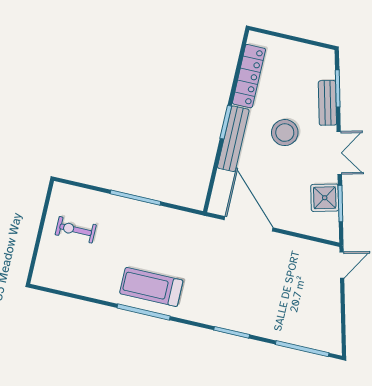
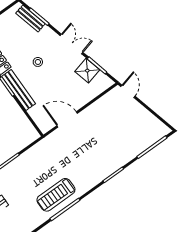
bench: (327, 103) -> (30, 18), moved
stool: (285, 133) -> (38, 62), width x0.53, depth x0.53
door: (249, 224) -> (67, 119), width x0.73

